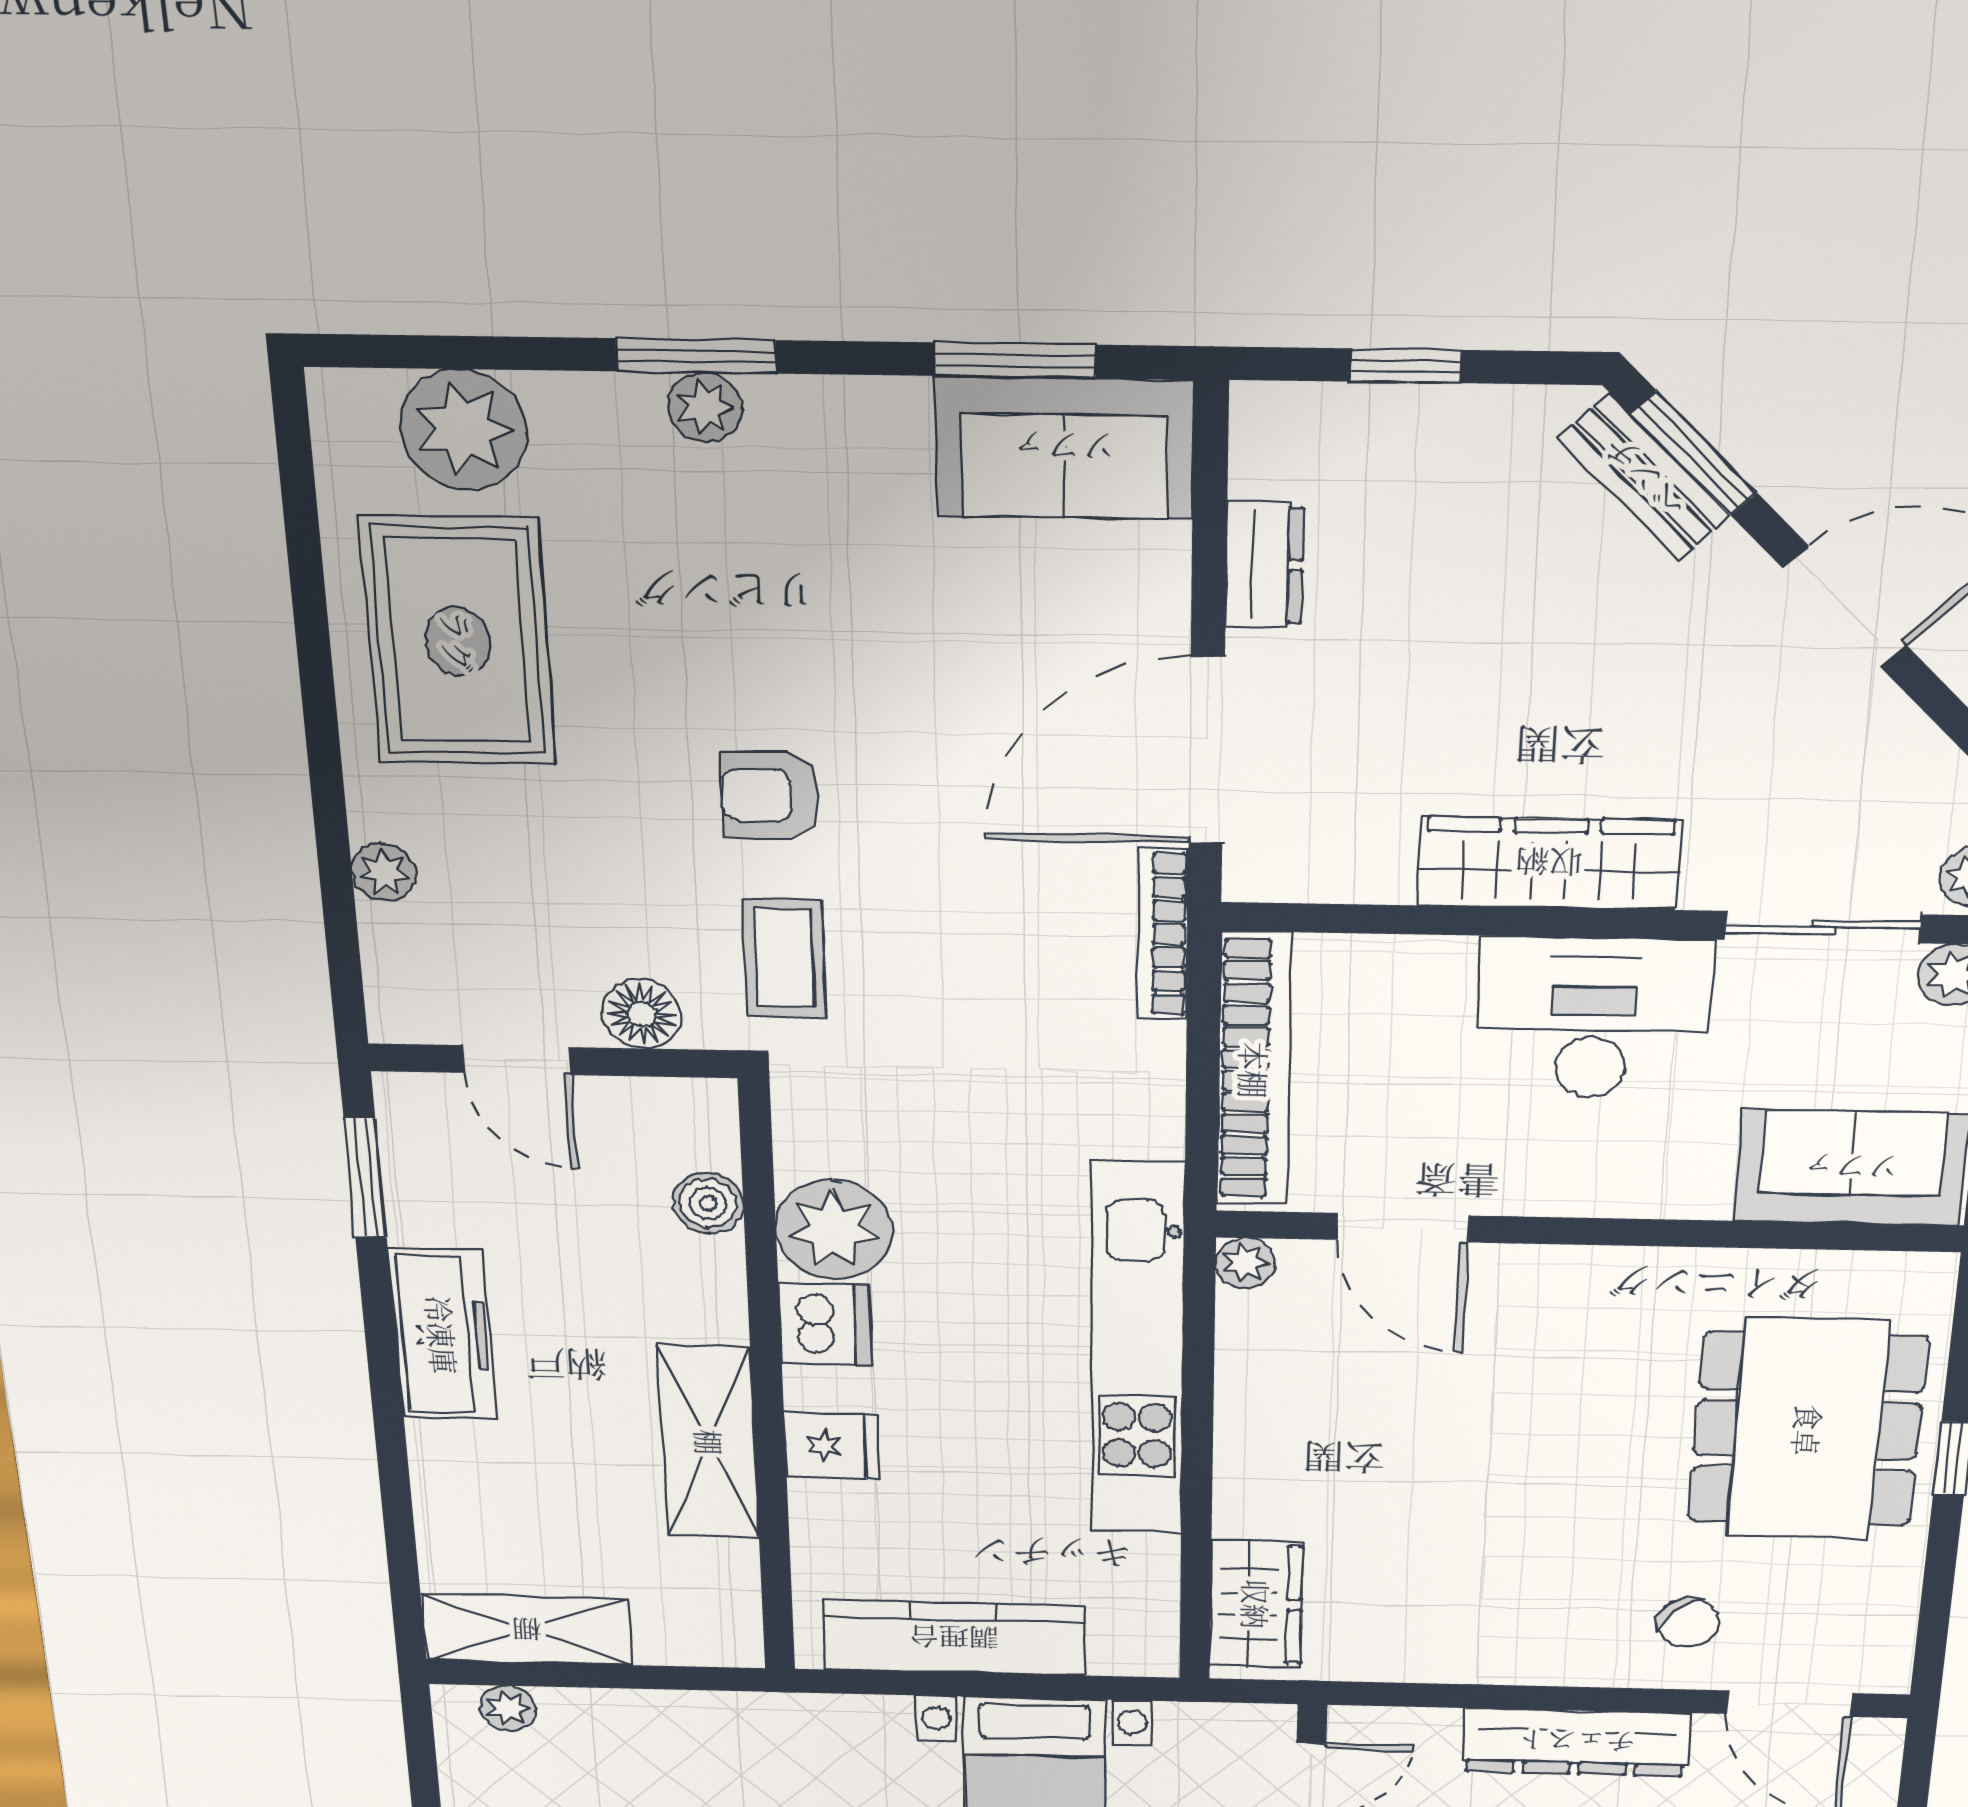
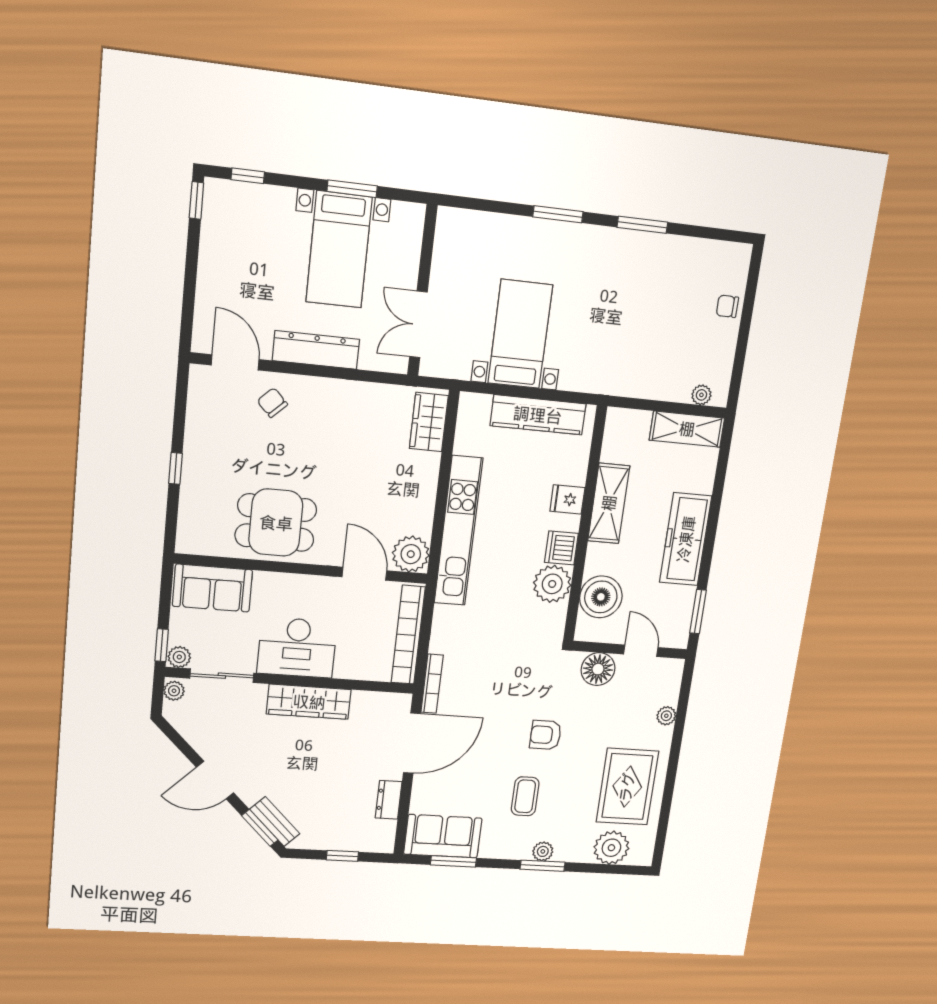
armchair: (770, 796) -> (546, 735), turned 180
coffee table: (784, 958) -> (525, 796), moved
floor lamp: (642, 1014) -> (598, 669), width x1.38, depth x1.38
boiler: (708, 1203) -> (601, 597), width x1.86, depth x1.86
plant: (1245, 1263) -> (411, 554), width x1.87, depth x1.87
freezer: (442, 1335) -> (686, 539), width x1.36, depth x1.26
dining table: (1808, 1430) -> (276, 523), moved, width x0.73

